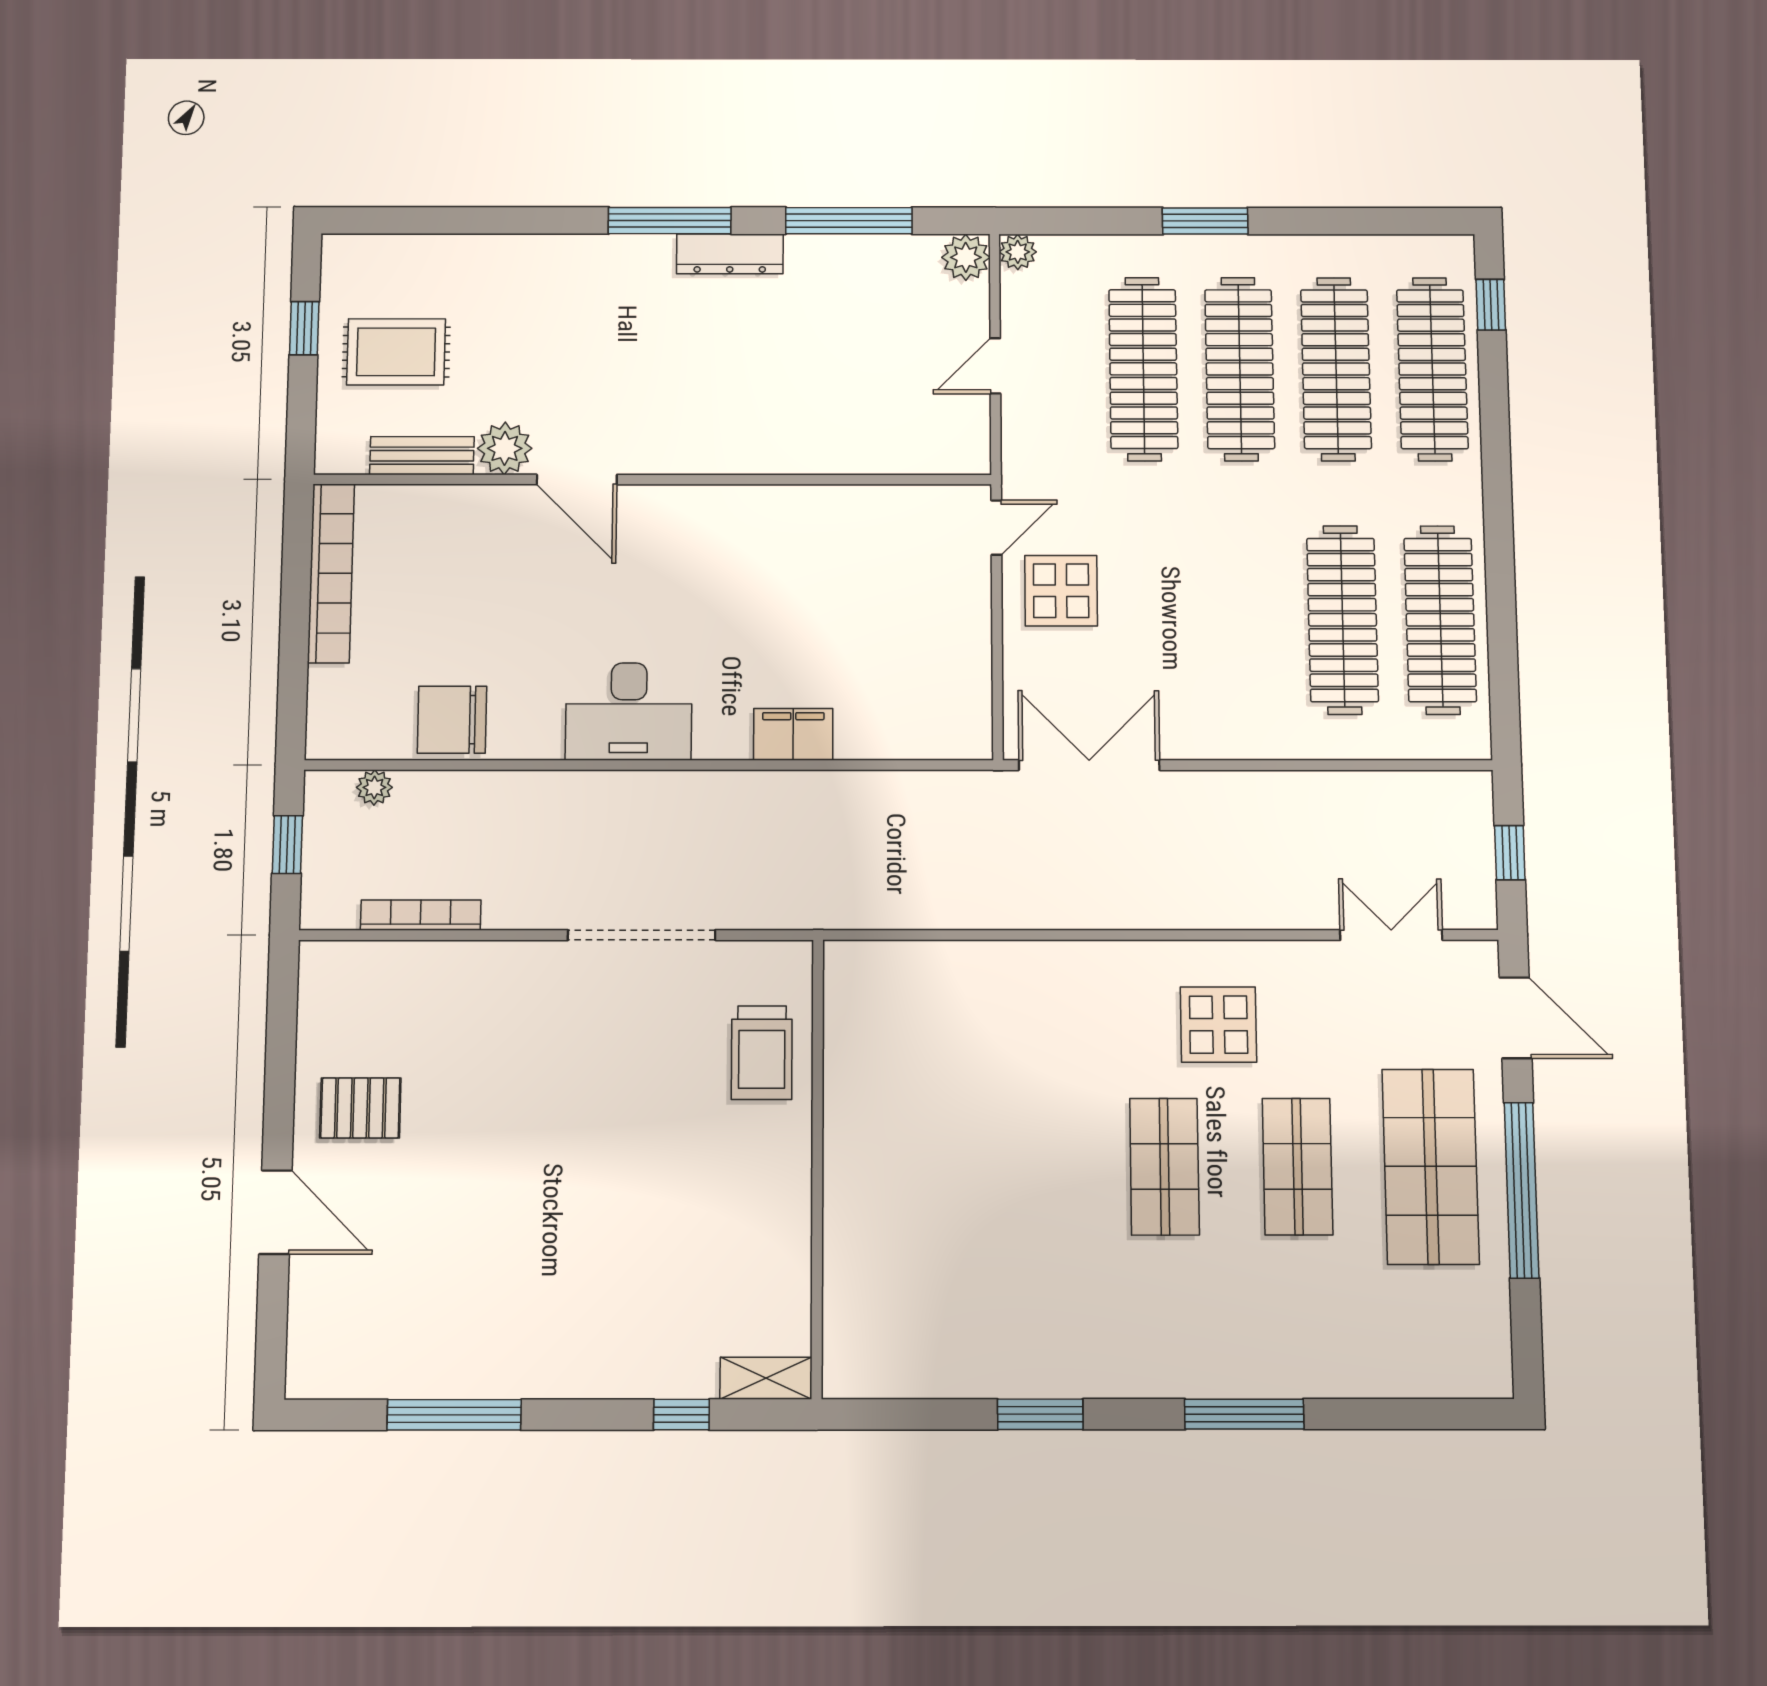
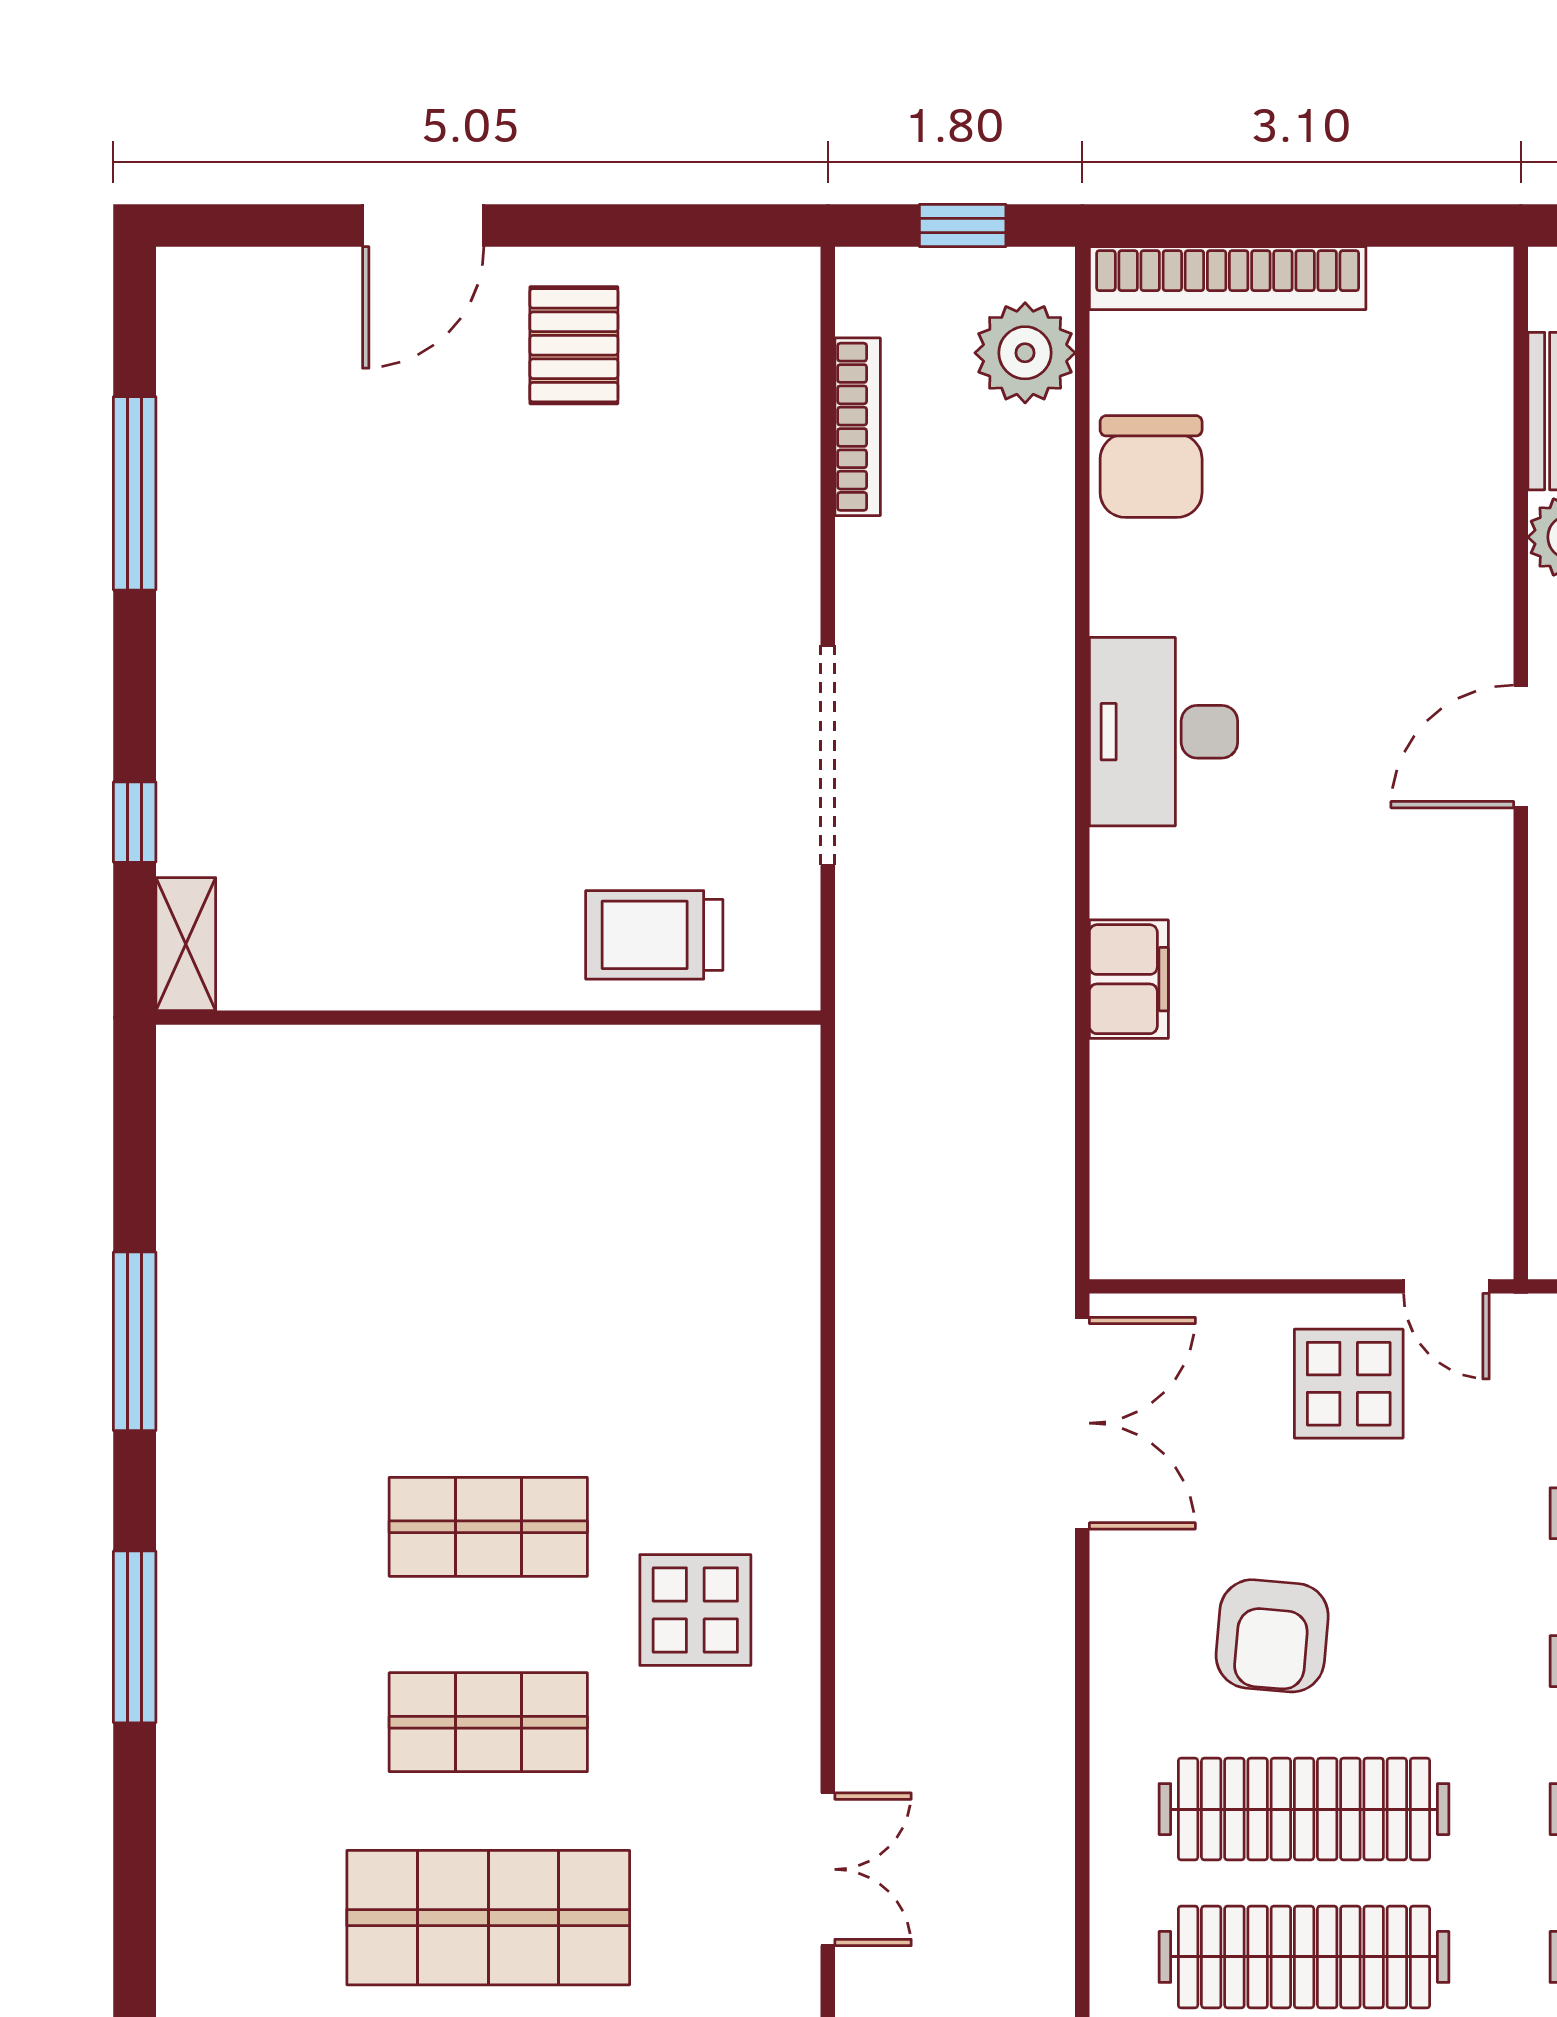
door: (577, 480) -> (1521, 746), moved
bookcase: (331, 573) -> (1228, 278), moved
armchair: (1228, 641) -> (1272, 1636), added
chair: (452, 720) -> (1151, 467), turned 180
plant: (374, 787) -> (1025, 353), width x1.88, depth x1.88
window: (1040, 1414) -> (135, 1341), width x1.44

